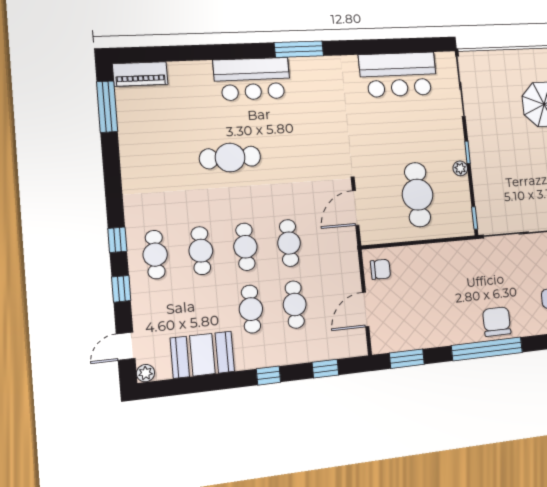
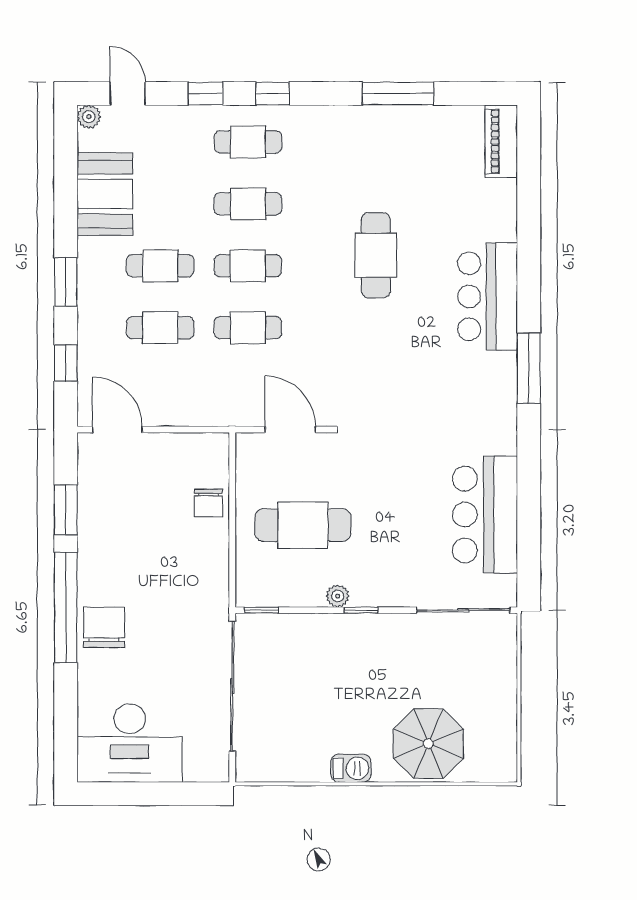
window: (107, 107) -> (398, 94), moved
chair: (380, 269) -> (209, 503), moved
door: (366, 309) -> (117, 430), moved
chair: (497, 322) -> (104, 627), turned -90
window: (407, 359) -> (66, 510), moved
window: (269, 376) -> (66, 282), width x1.50

